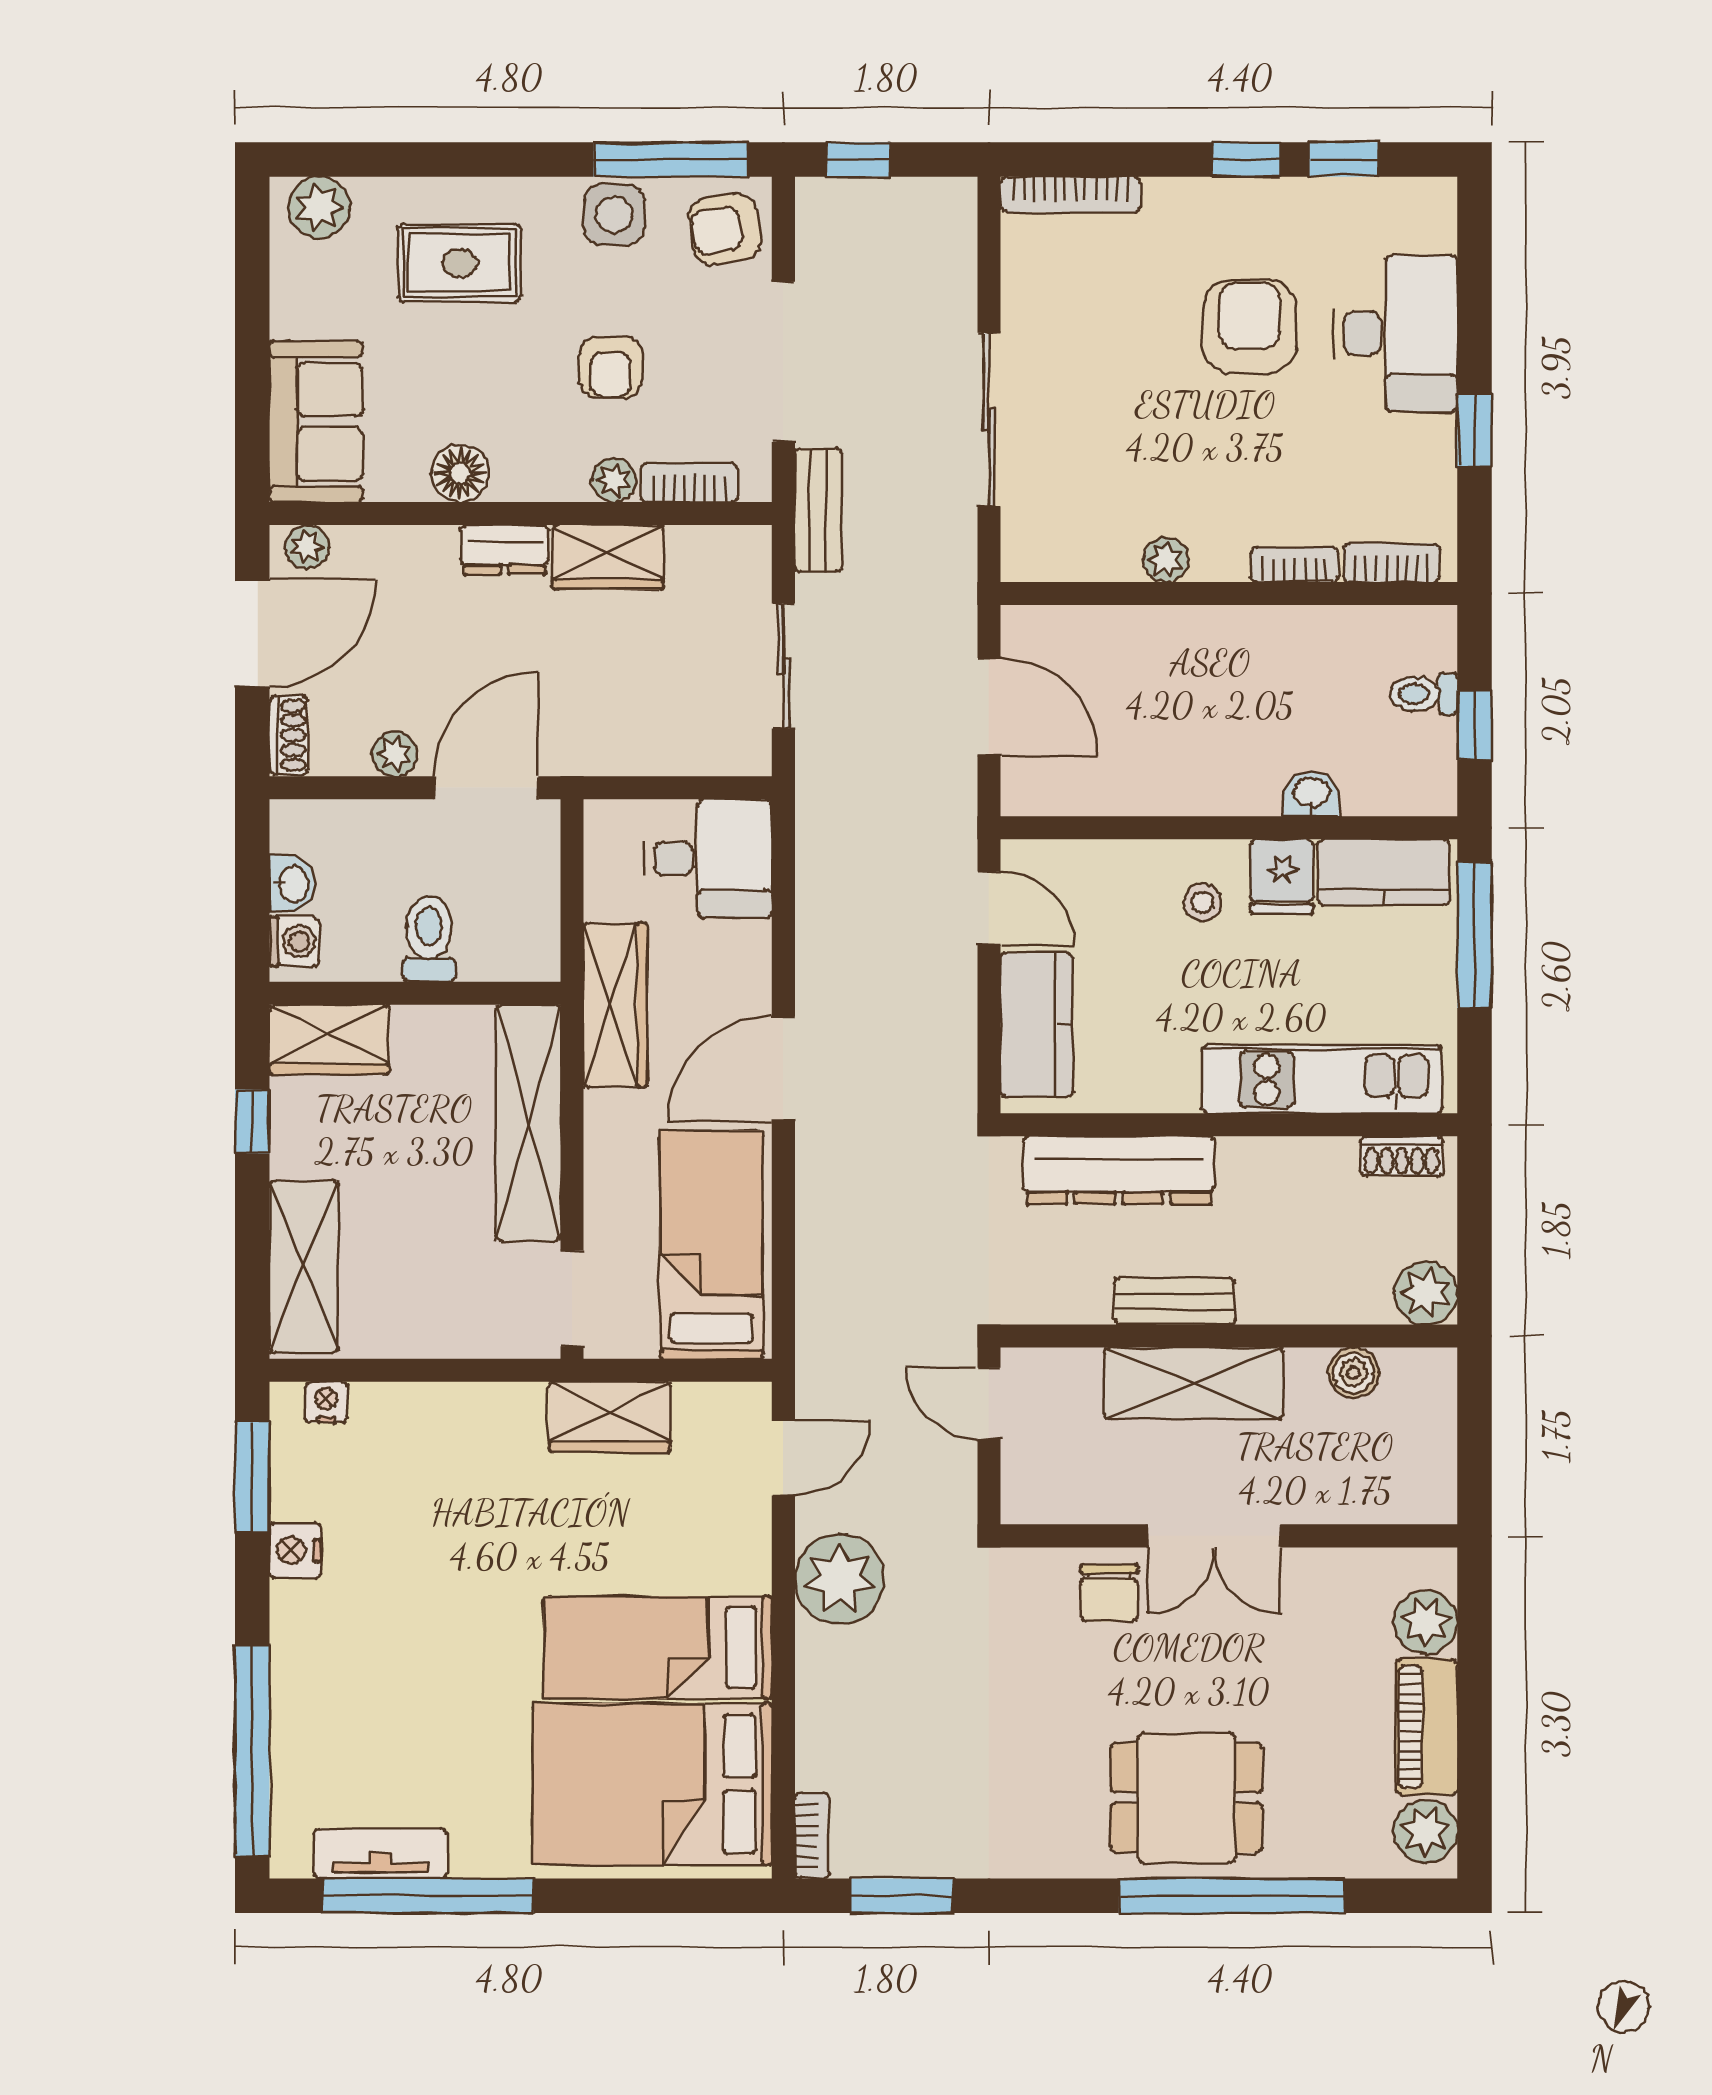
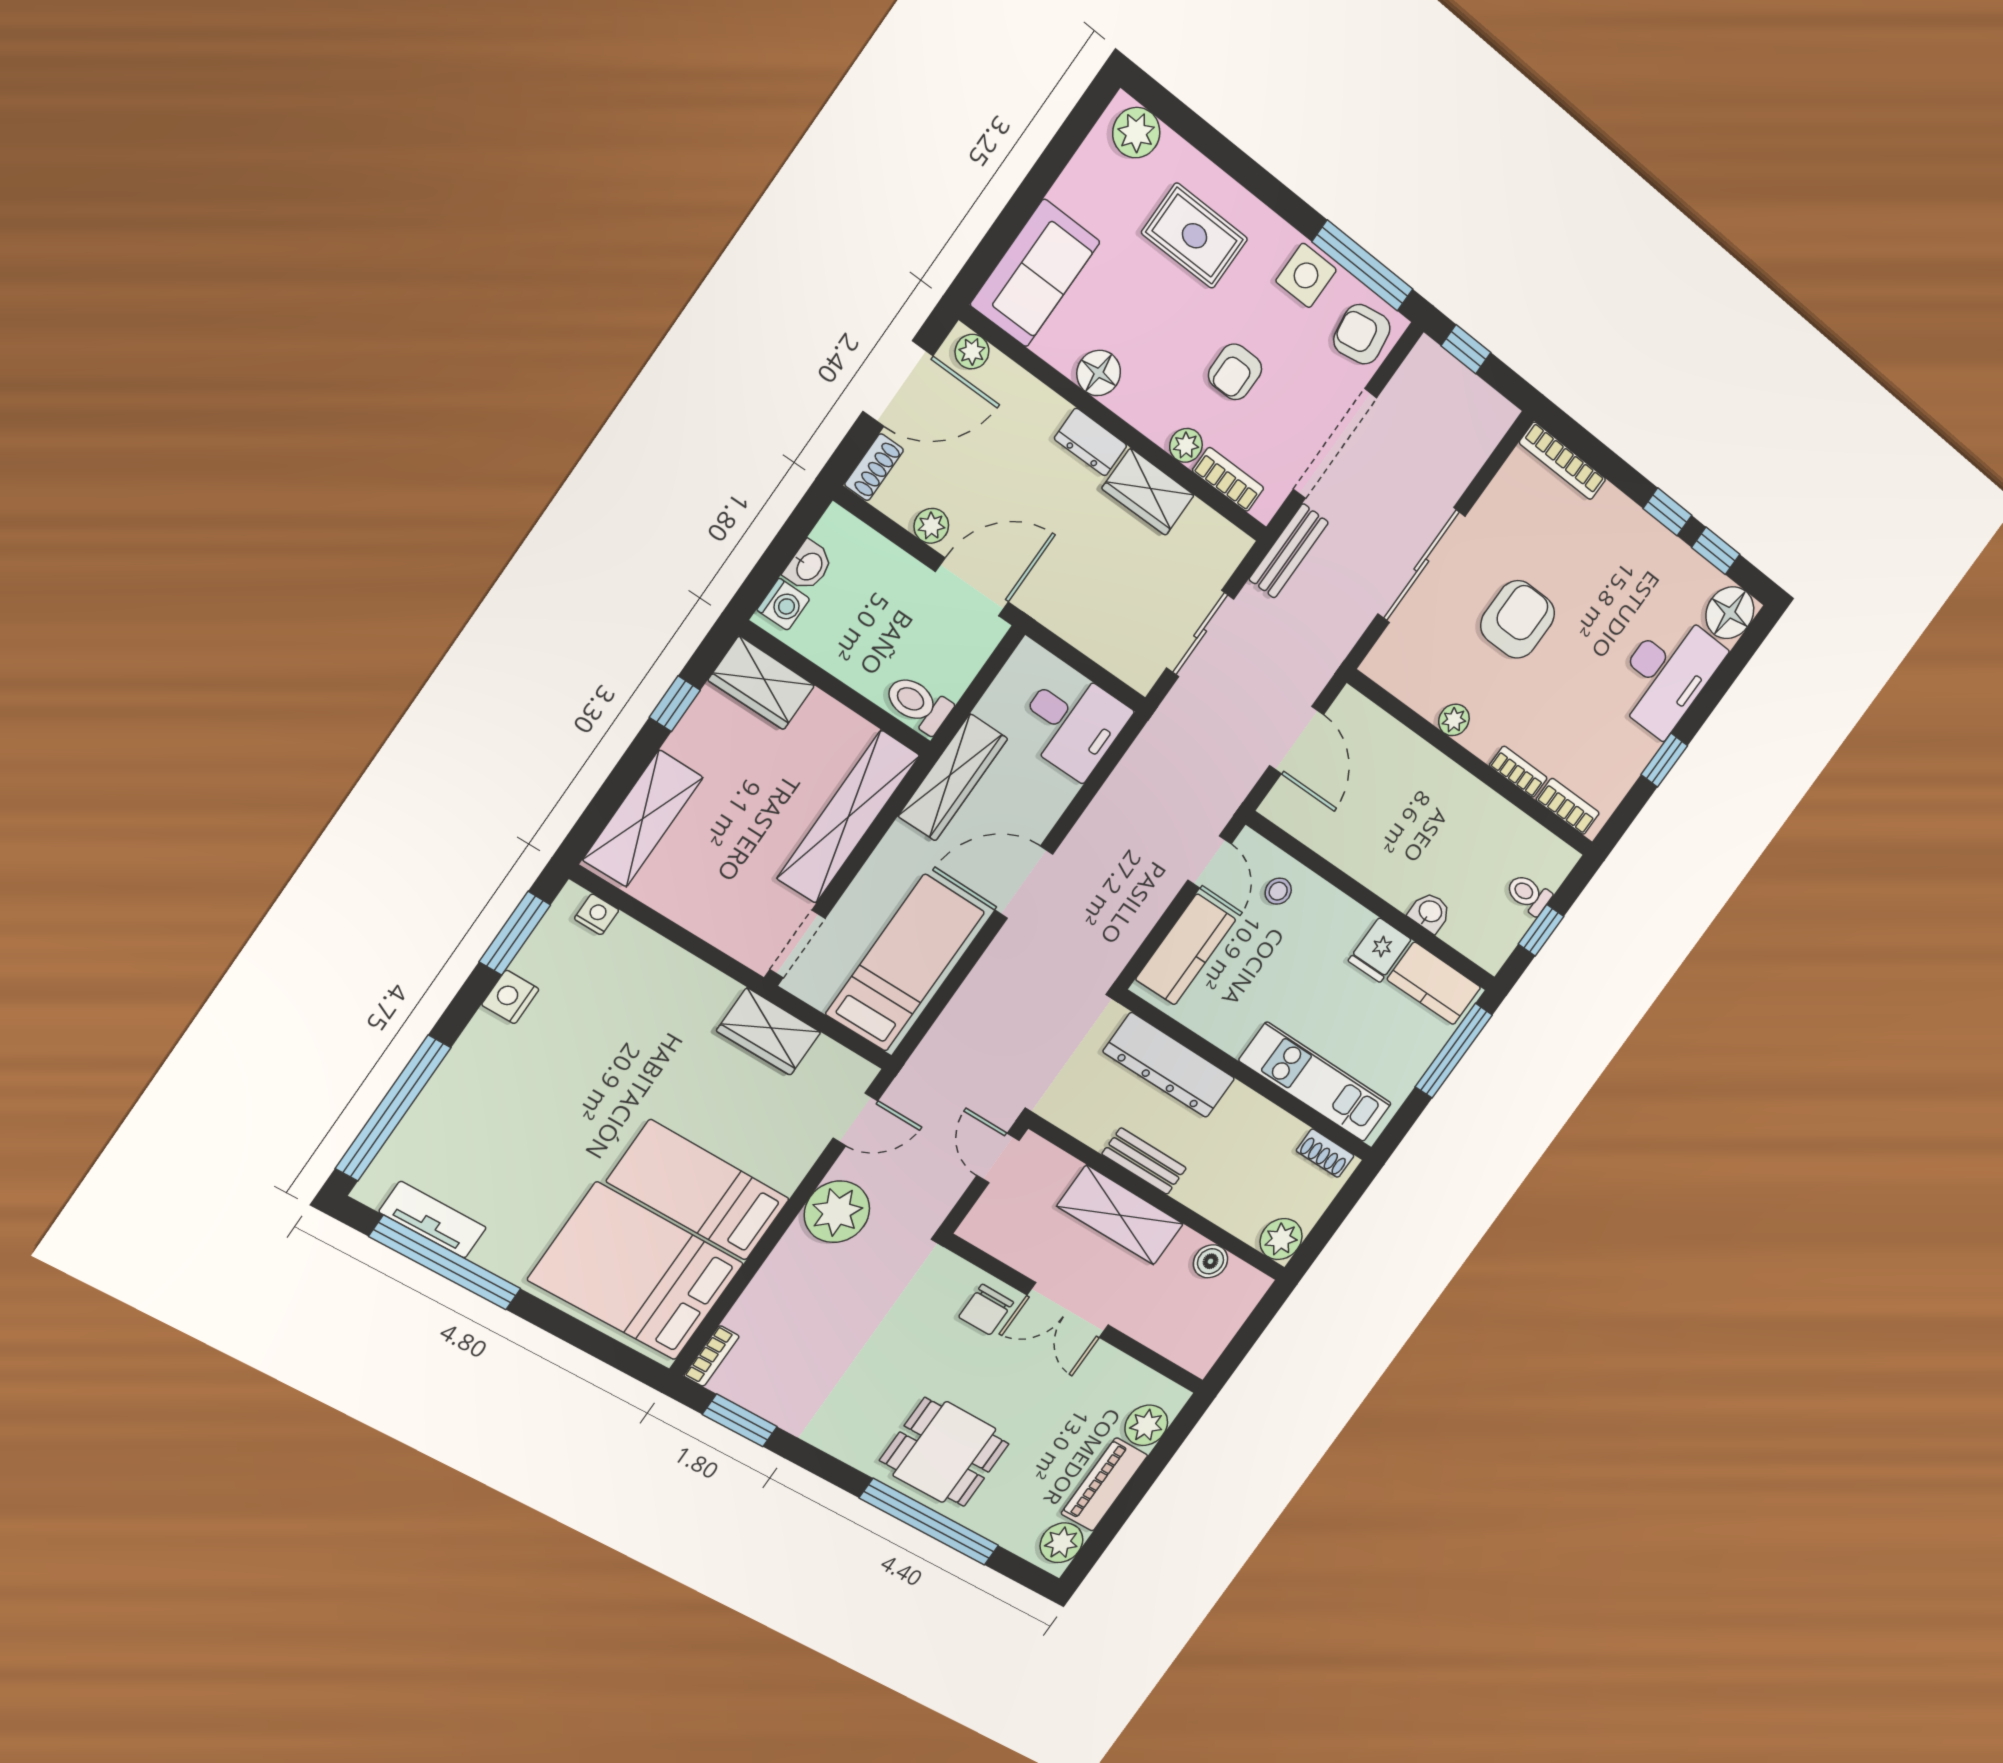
floor lamp: (1420, 213) -> (1730, 613), added
armchair: (1249, 327) -> (1518, 619), moved
stool: (1202, 902) -> (1278, 891), moved
toilet: (429, 939) -> (918, 704), moved, turned -90

